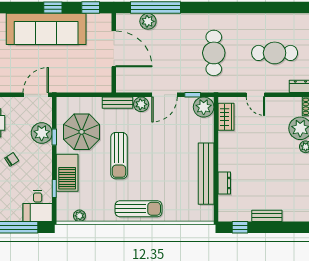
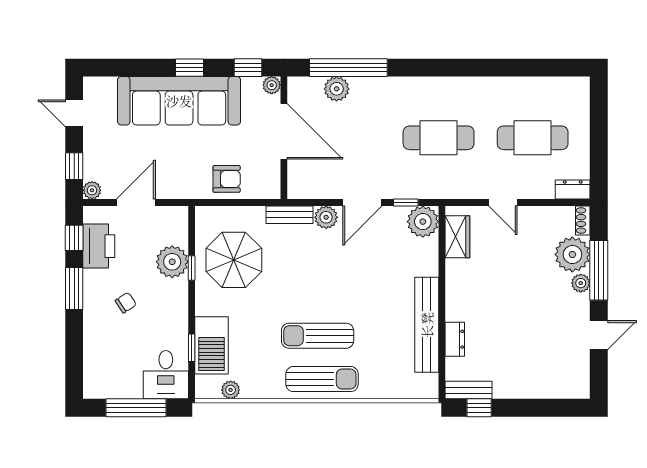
plant: (106, 19) -> (272, 85), added
cafe table: (214, 53) -> (439, 138), turned 90
armchair: (77, 80) -> (227, 179), added
door: (36, 95) -> (136, 203), moved
sun lounger: (119, 156) -> (318, 336), moved, turned 90
barbecue: (67, 173) -> (211, 345), moved
bench: (267, 216) -> (468, 390), moved

